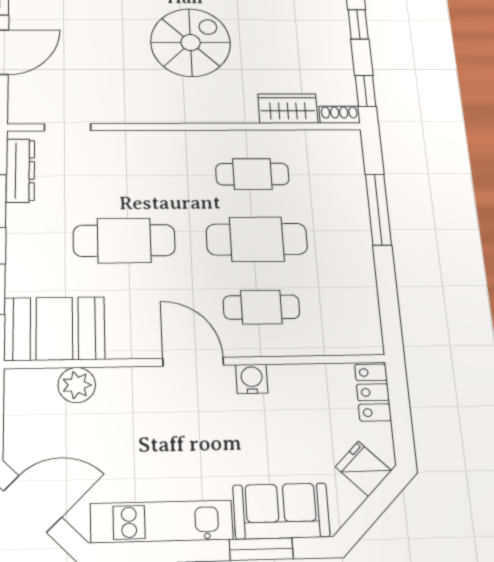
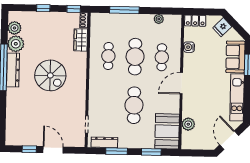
spiral stairs: (191, 43) -> (50, 75), turned 180
plant: (365, 296) -> (159, 19), added
water cooler: (252, 379) -> (189, 47), moved

